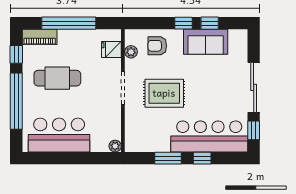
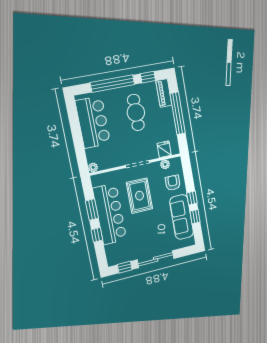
sofa: (206, 42) -> (182, 217), width x1.36
bar counter: (209, 136) -> (110, 214), moved

